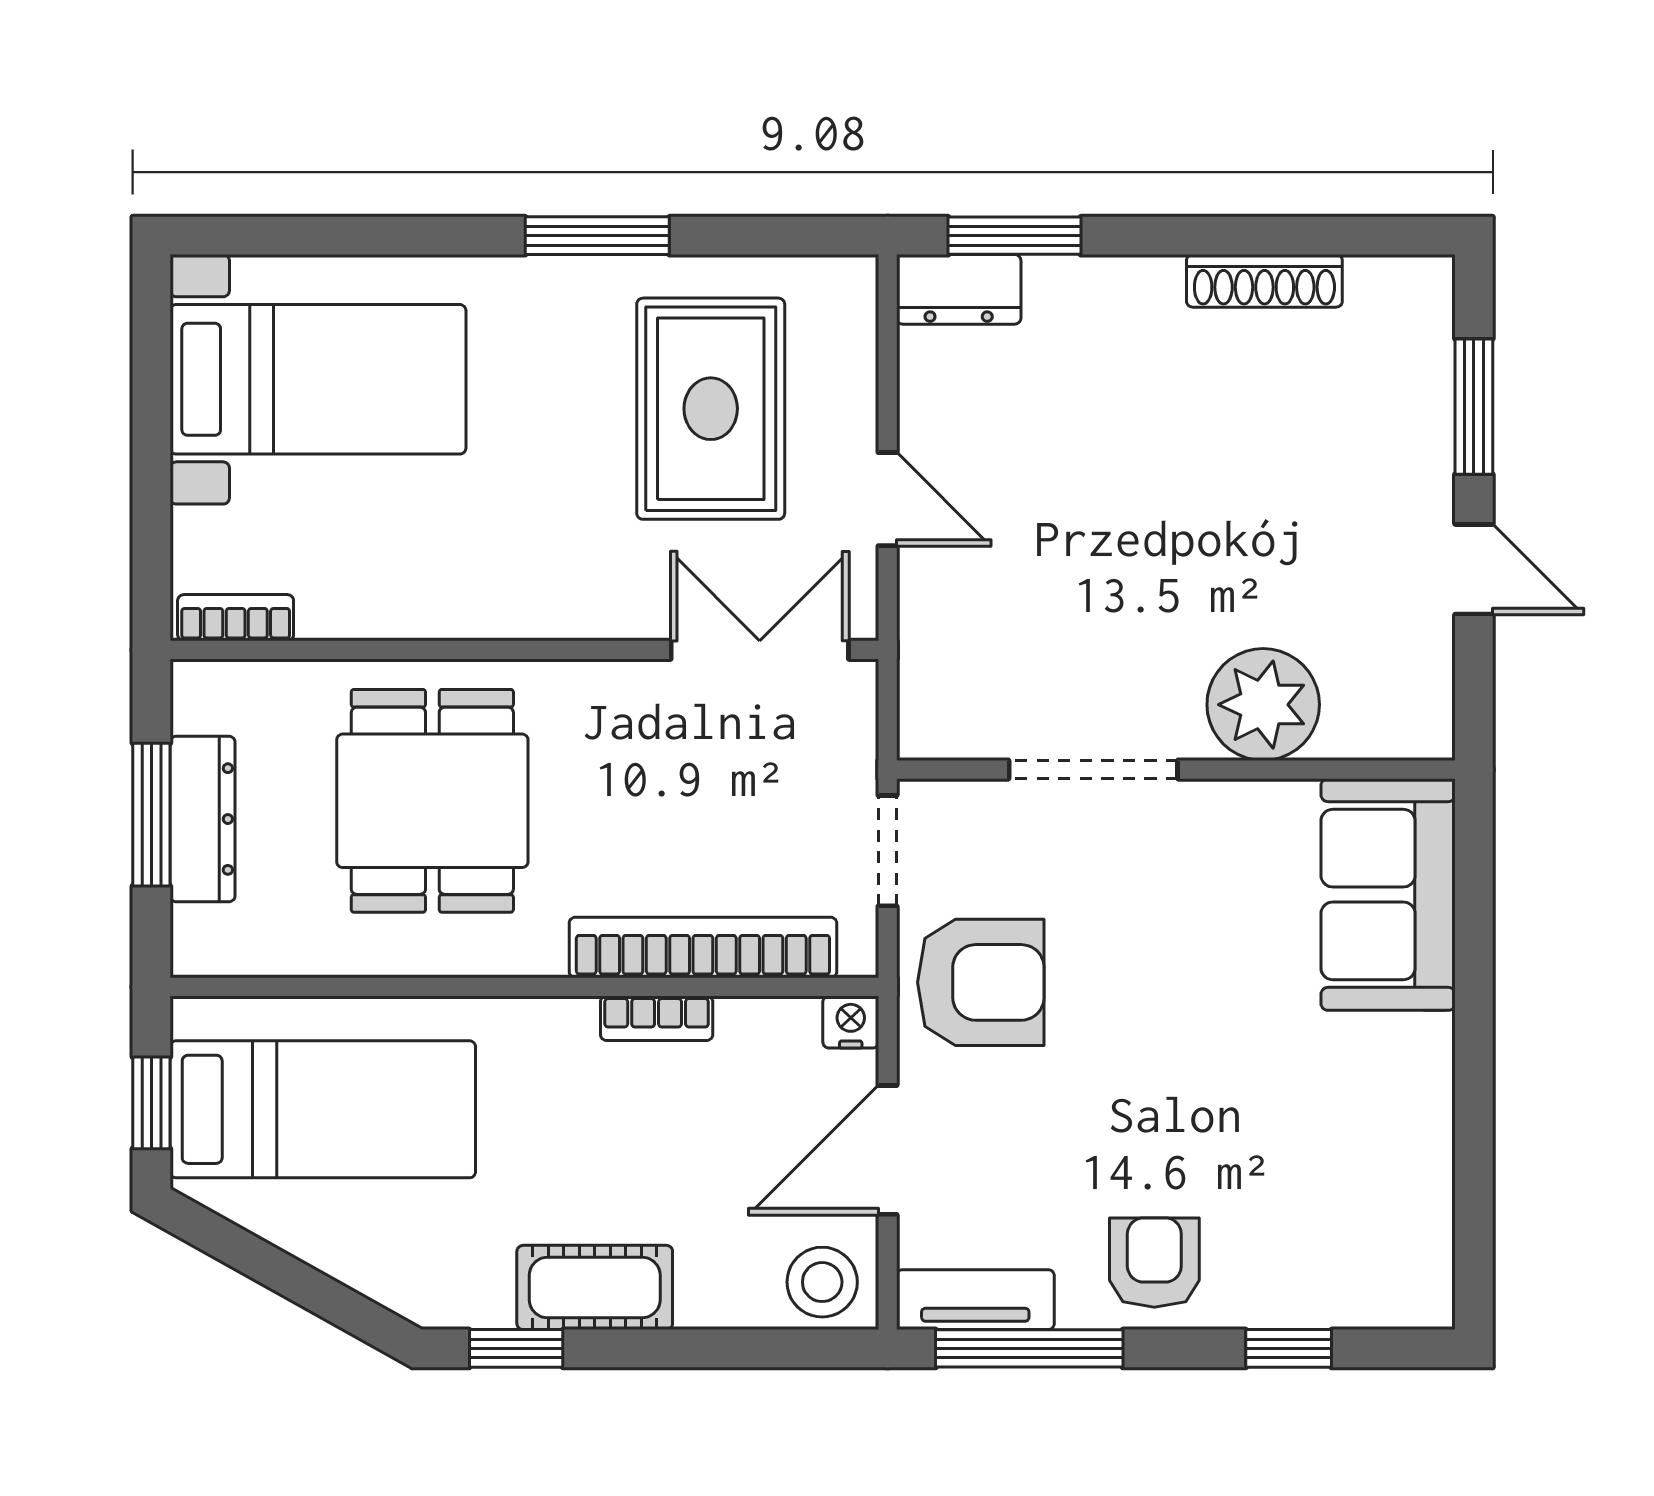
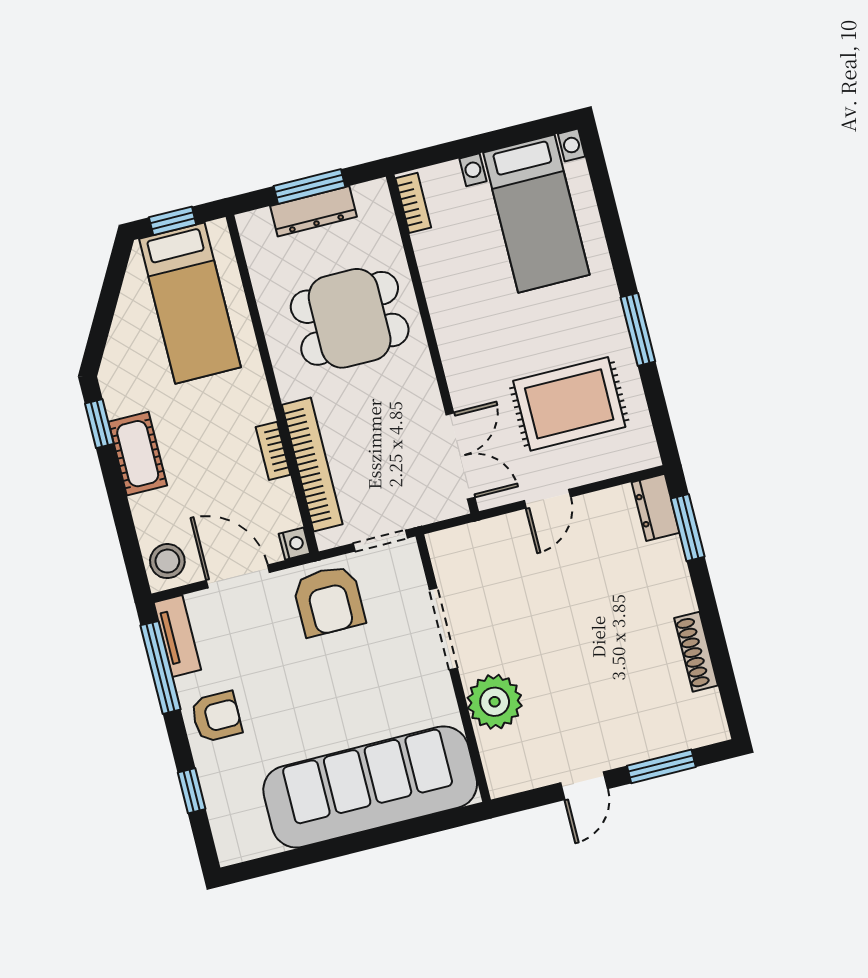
sofa: (1388, 894) -> (370, 787), width x1.85, depth x1.27

